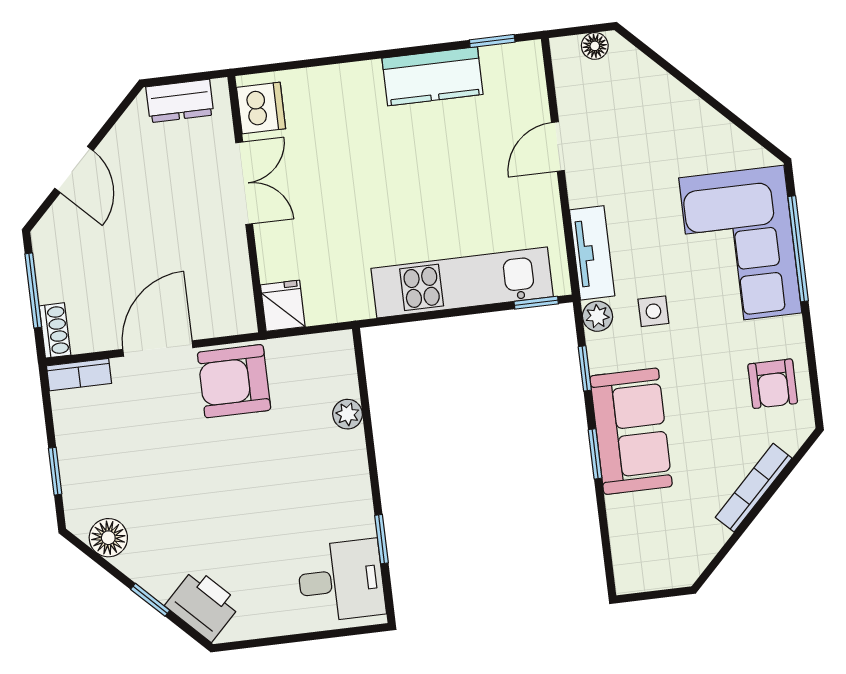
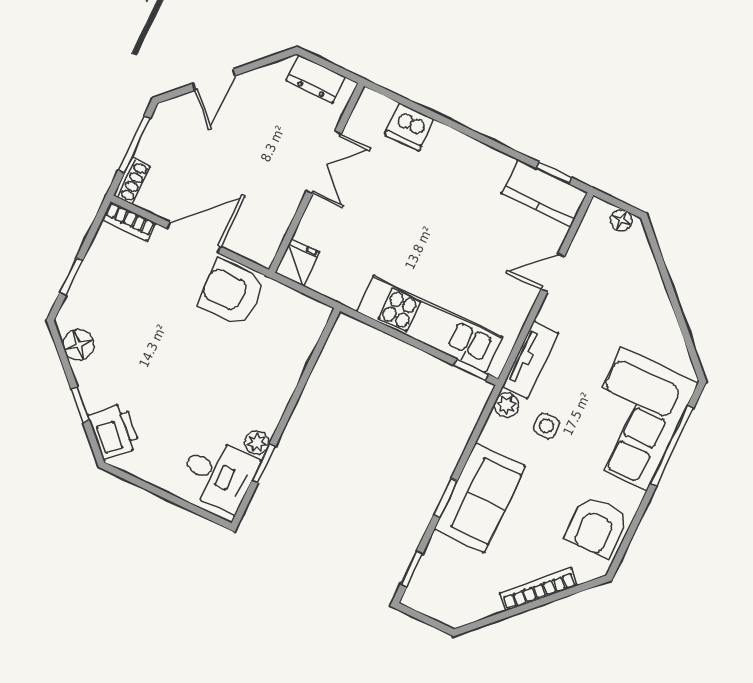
kitchen counter: (432, 76) -> (544, 193), moved
dishwasher: (261, 108) -> (409, 127), moved, turned 90
window: (585, 368) -> (412, 569), moved
armchair: (773, 384) -> (596, 527), width x1.38, depth x1.38
plant: (348, 414) -> (257, 443), moved

